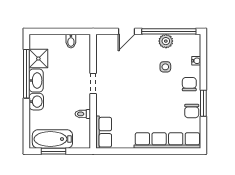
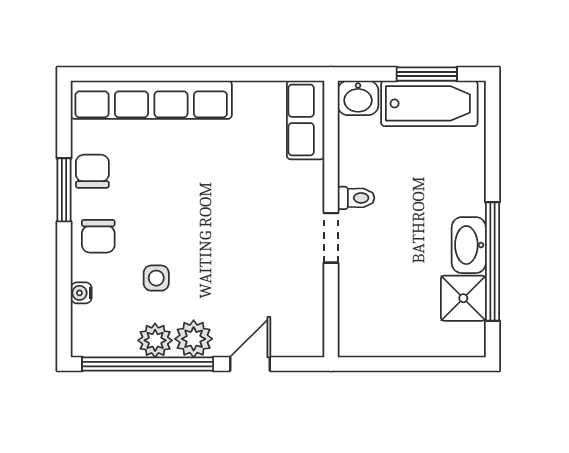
bidet: (71, 41) -> (385, 341), removed
plant: (150, 42) -> (194, 339), added
washbasin: (36, 102) -> (358, 98), moved, turned -90
toilet: (83, 114) -> (356, 198), moved

